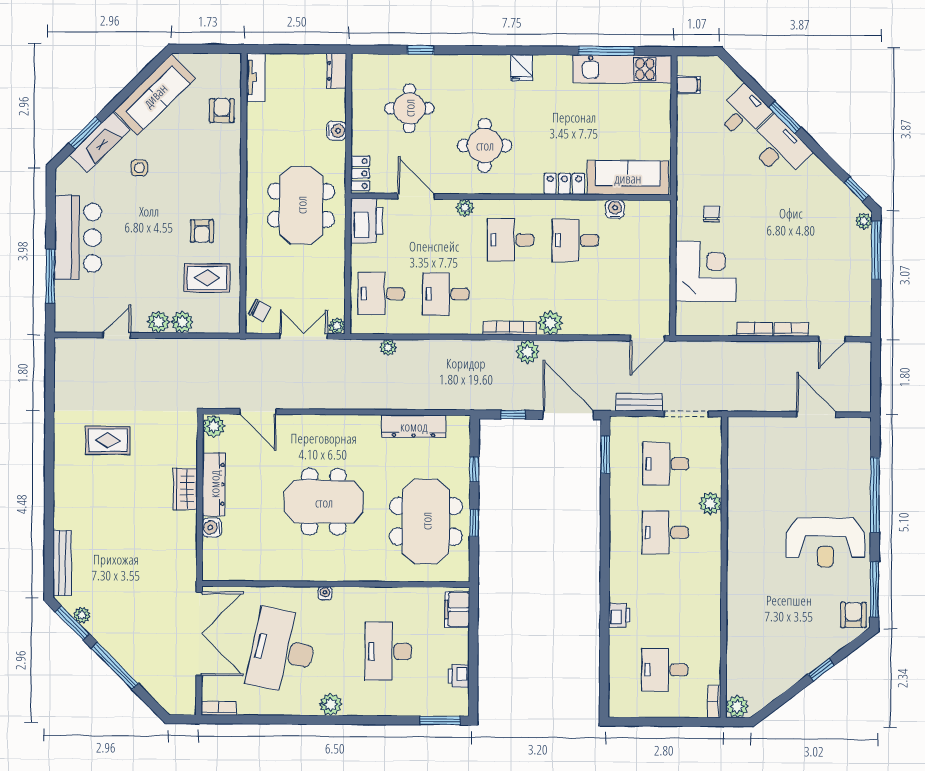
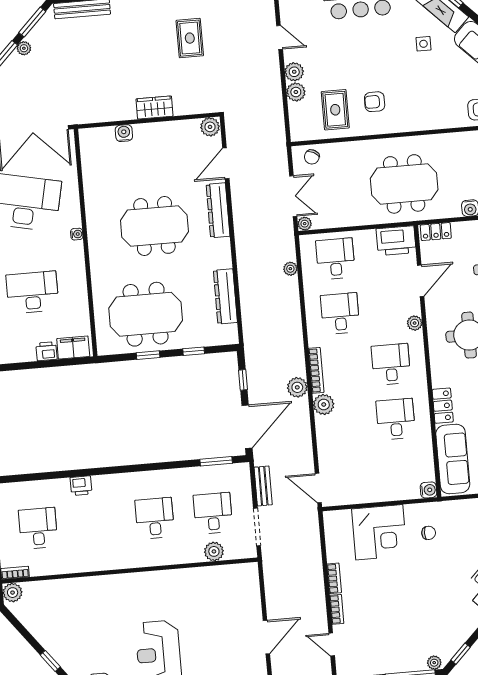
water cooler: (615, 209) -> (428, 490), moved
dresser: (214, 484) -> (218, 210), moved, turned 90
meeting table: (324, 502) -> (154, 226), turned 90
plant: (710, 503) -> (214, 551), moved
plant: (82, 615) -> (24, 48), moved
printer: (458, 676) -> (46, 351), moved

